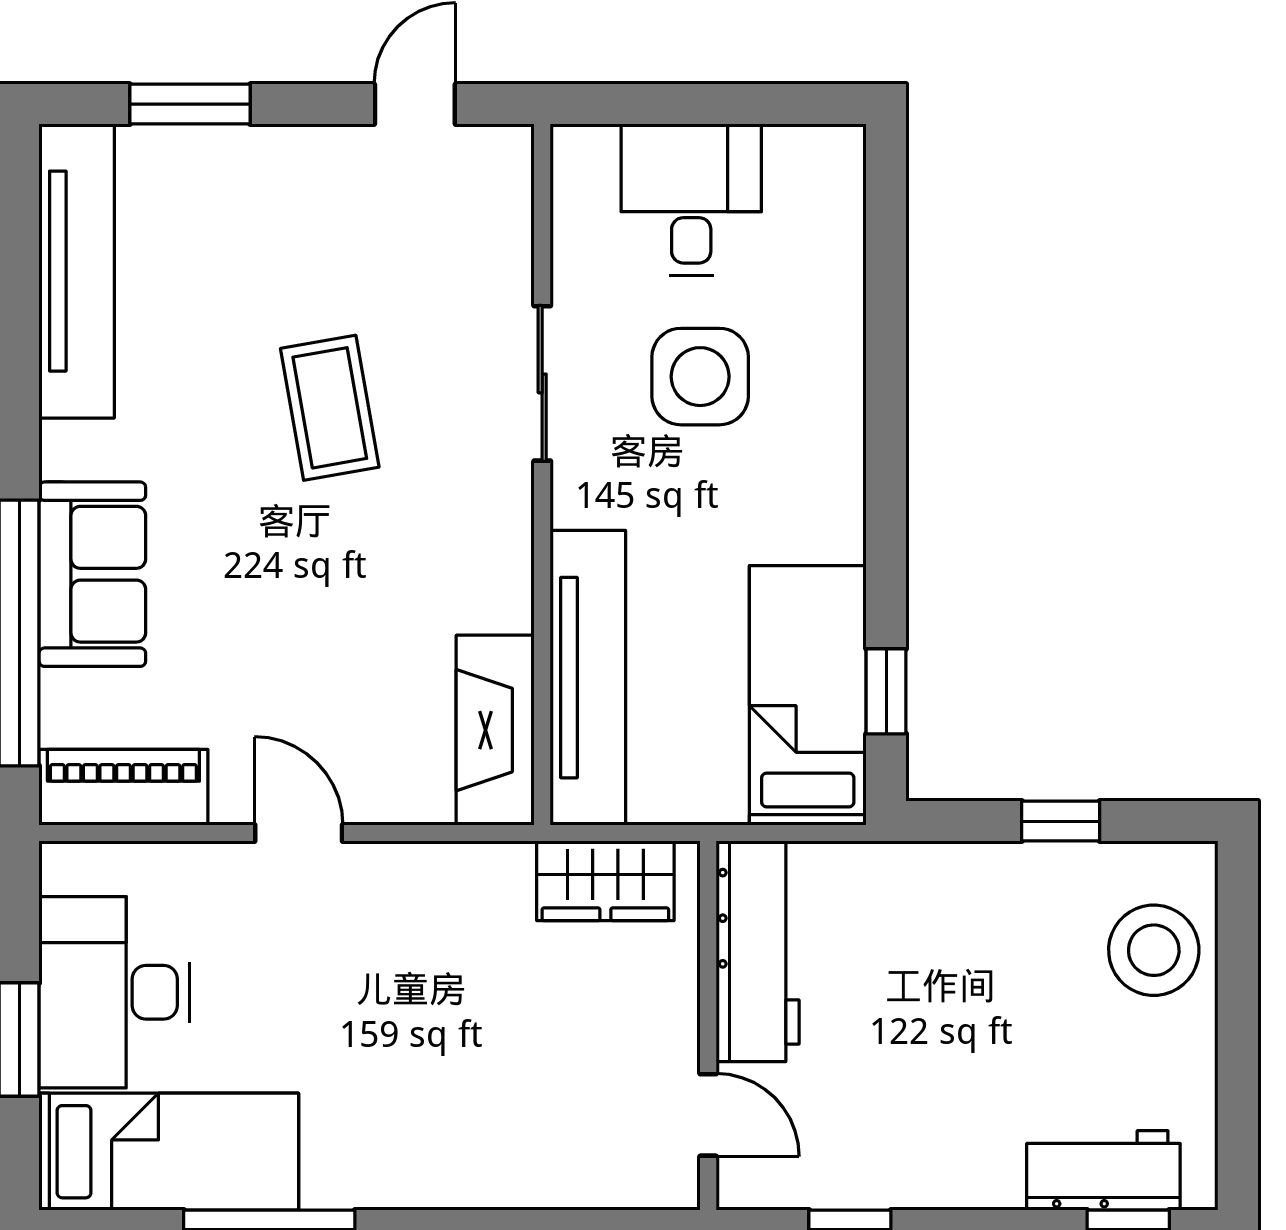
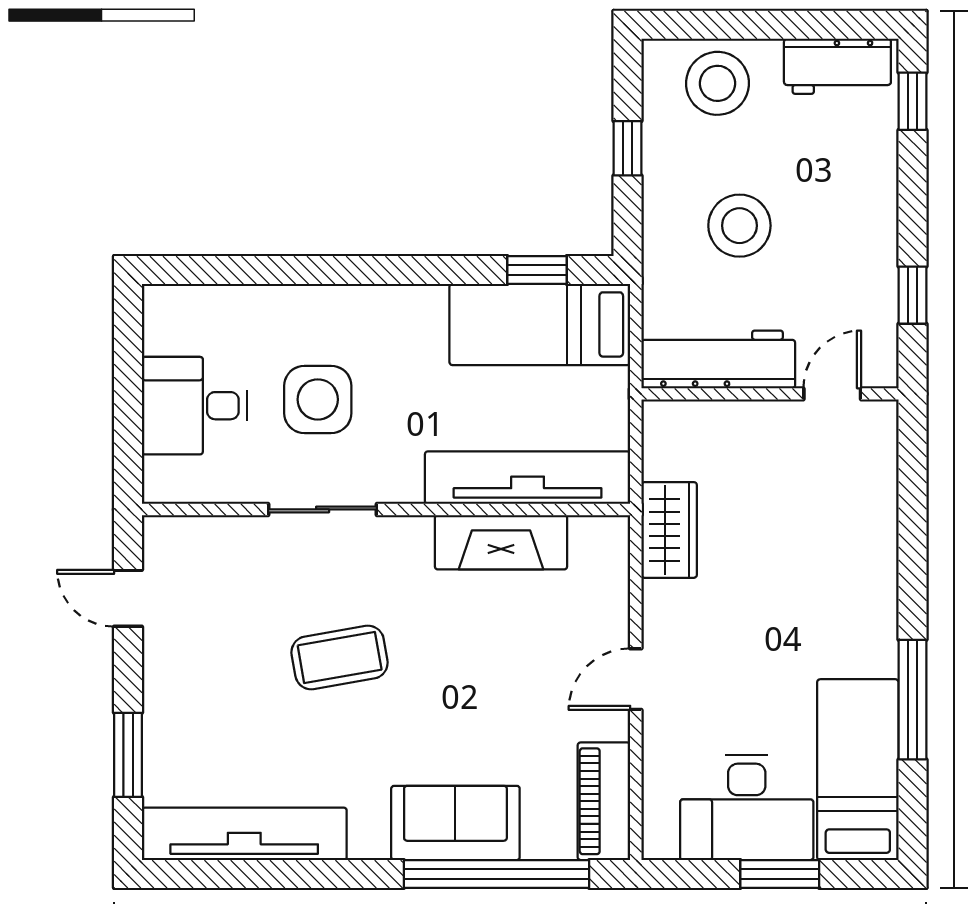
fireplace: (495, 730) -> (501, 542), moved
wardrobe: (605, 881) -> (669, 530), moved
stool: (950, 982) -> (739, 226), added
workbench: (1103, 1170) -> (837, 66), moved, turned -90

